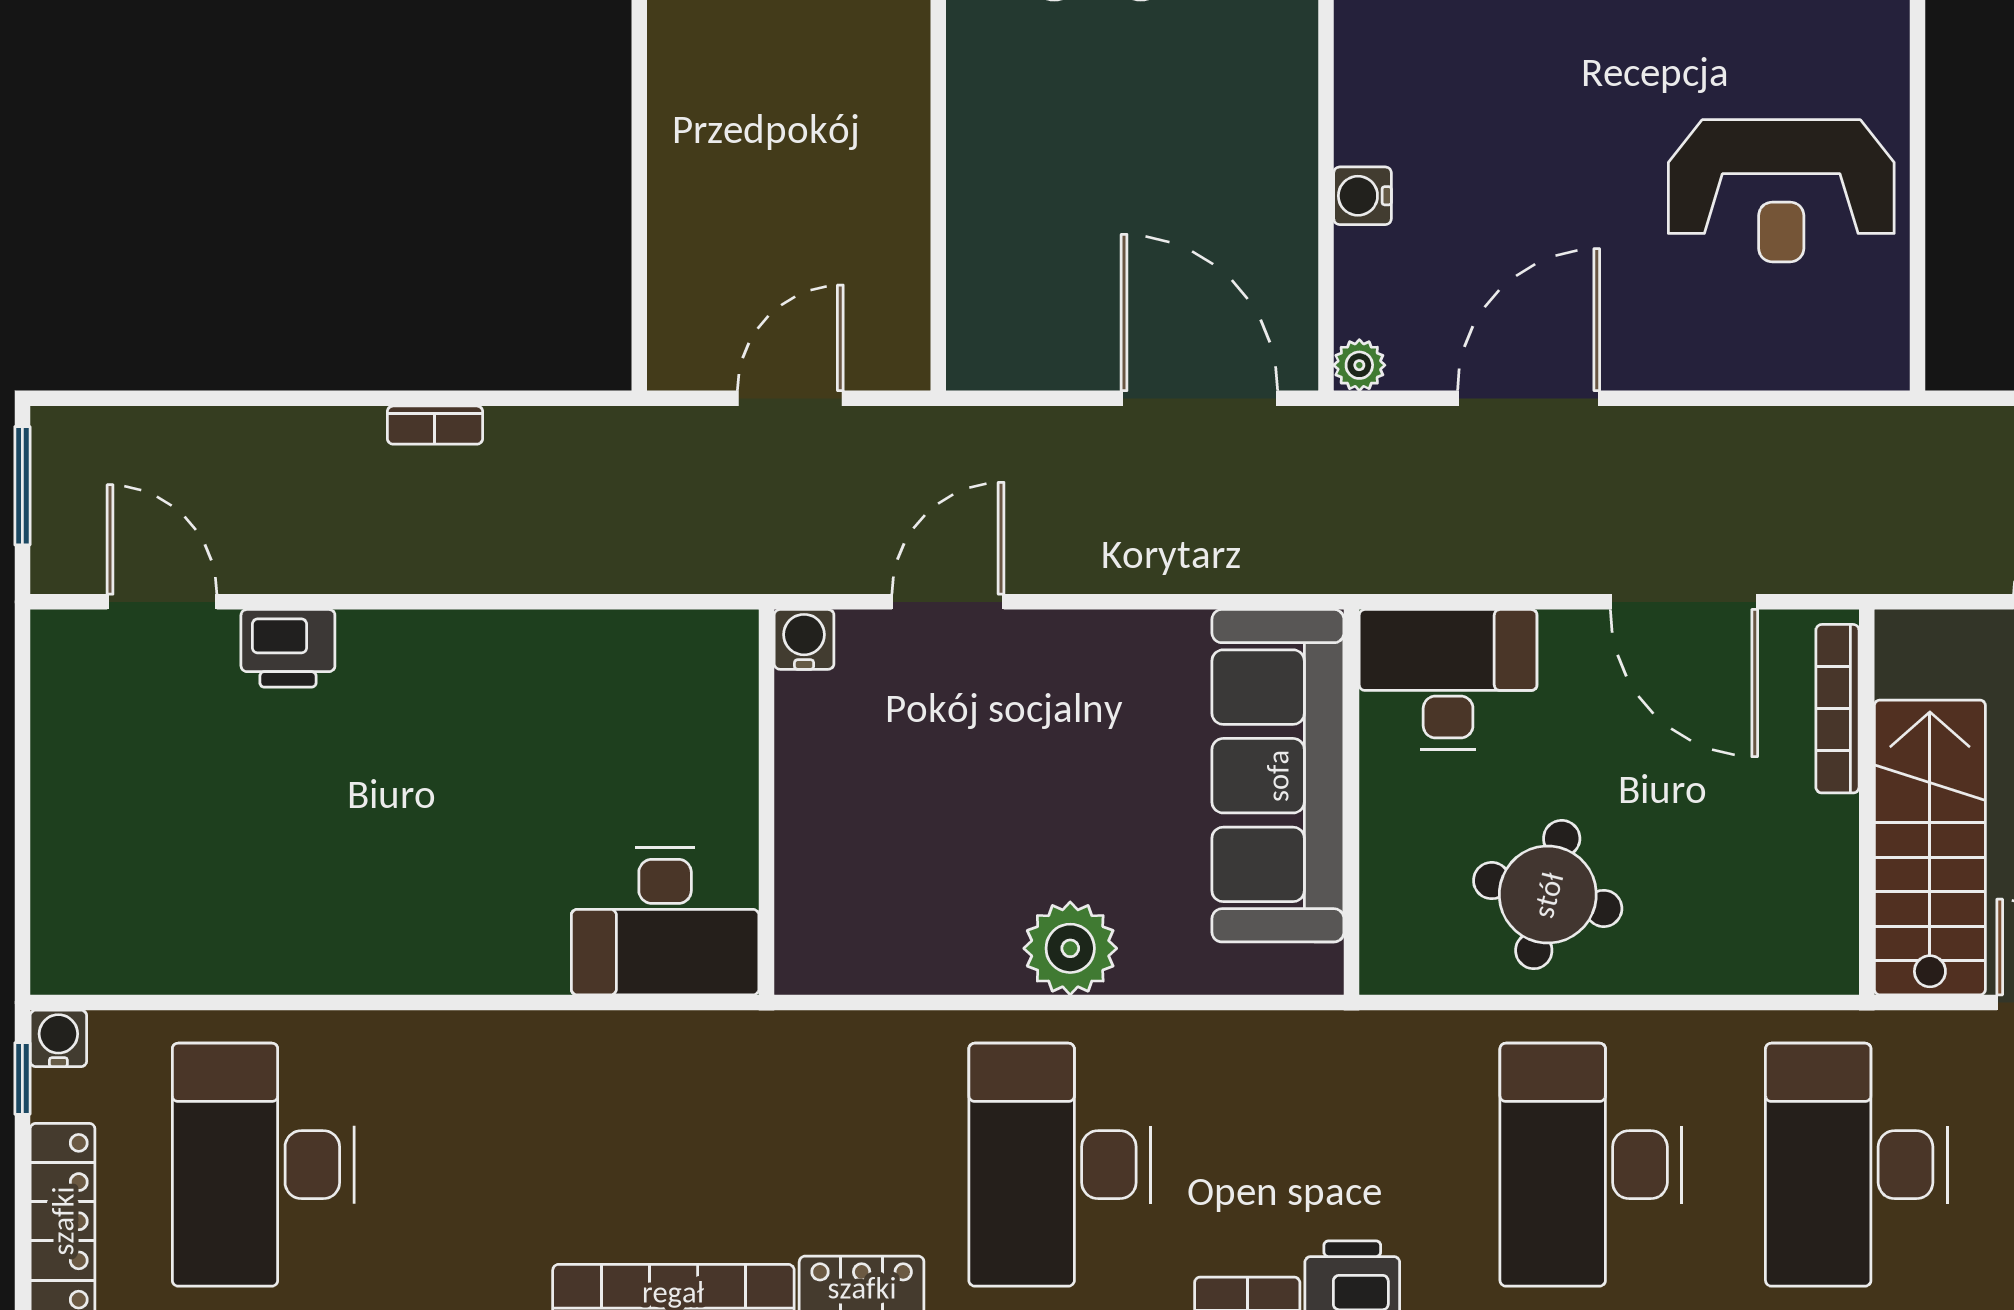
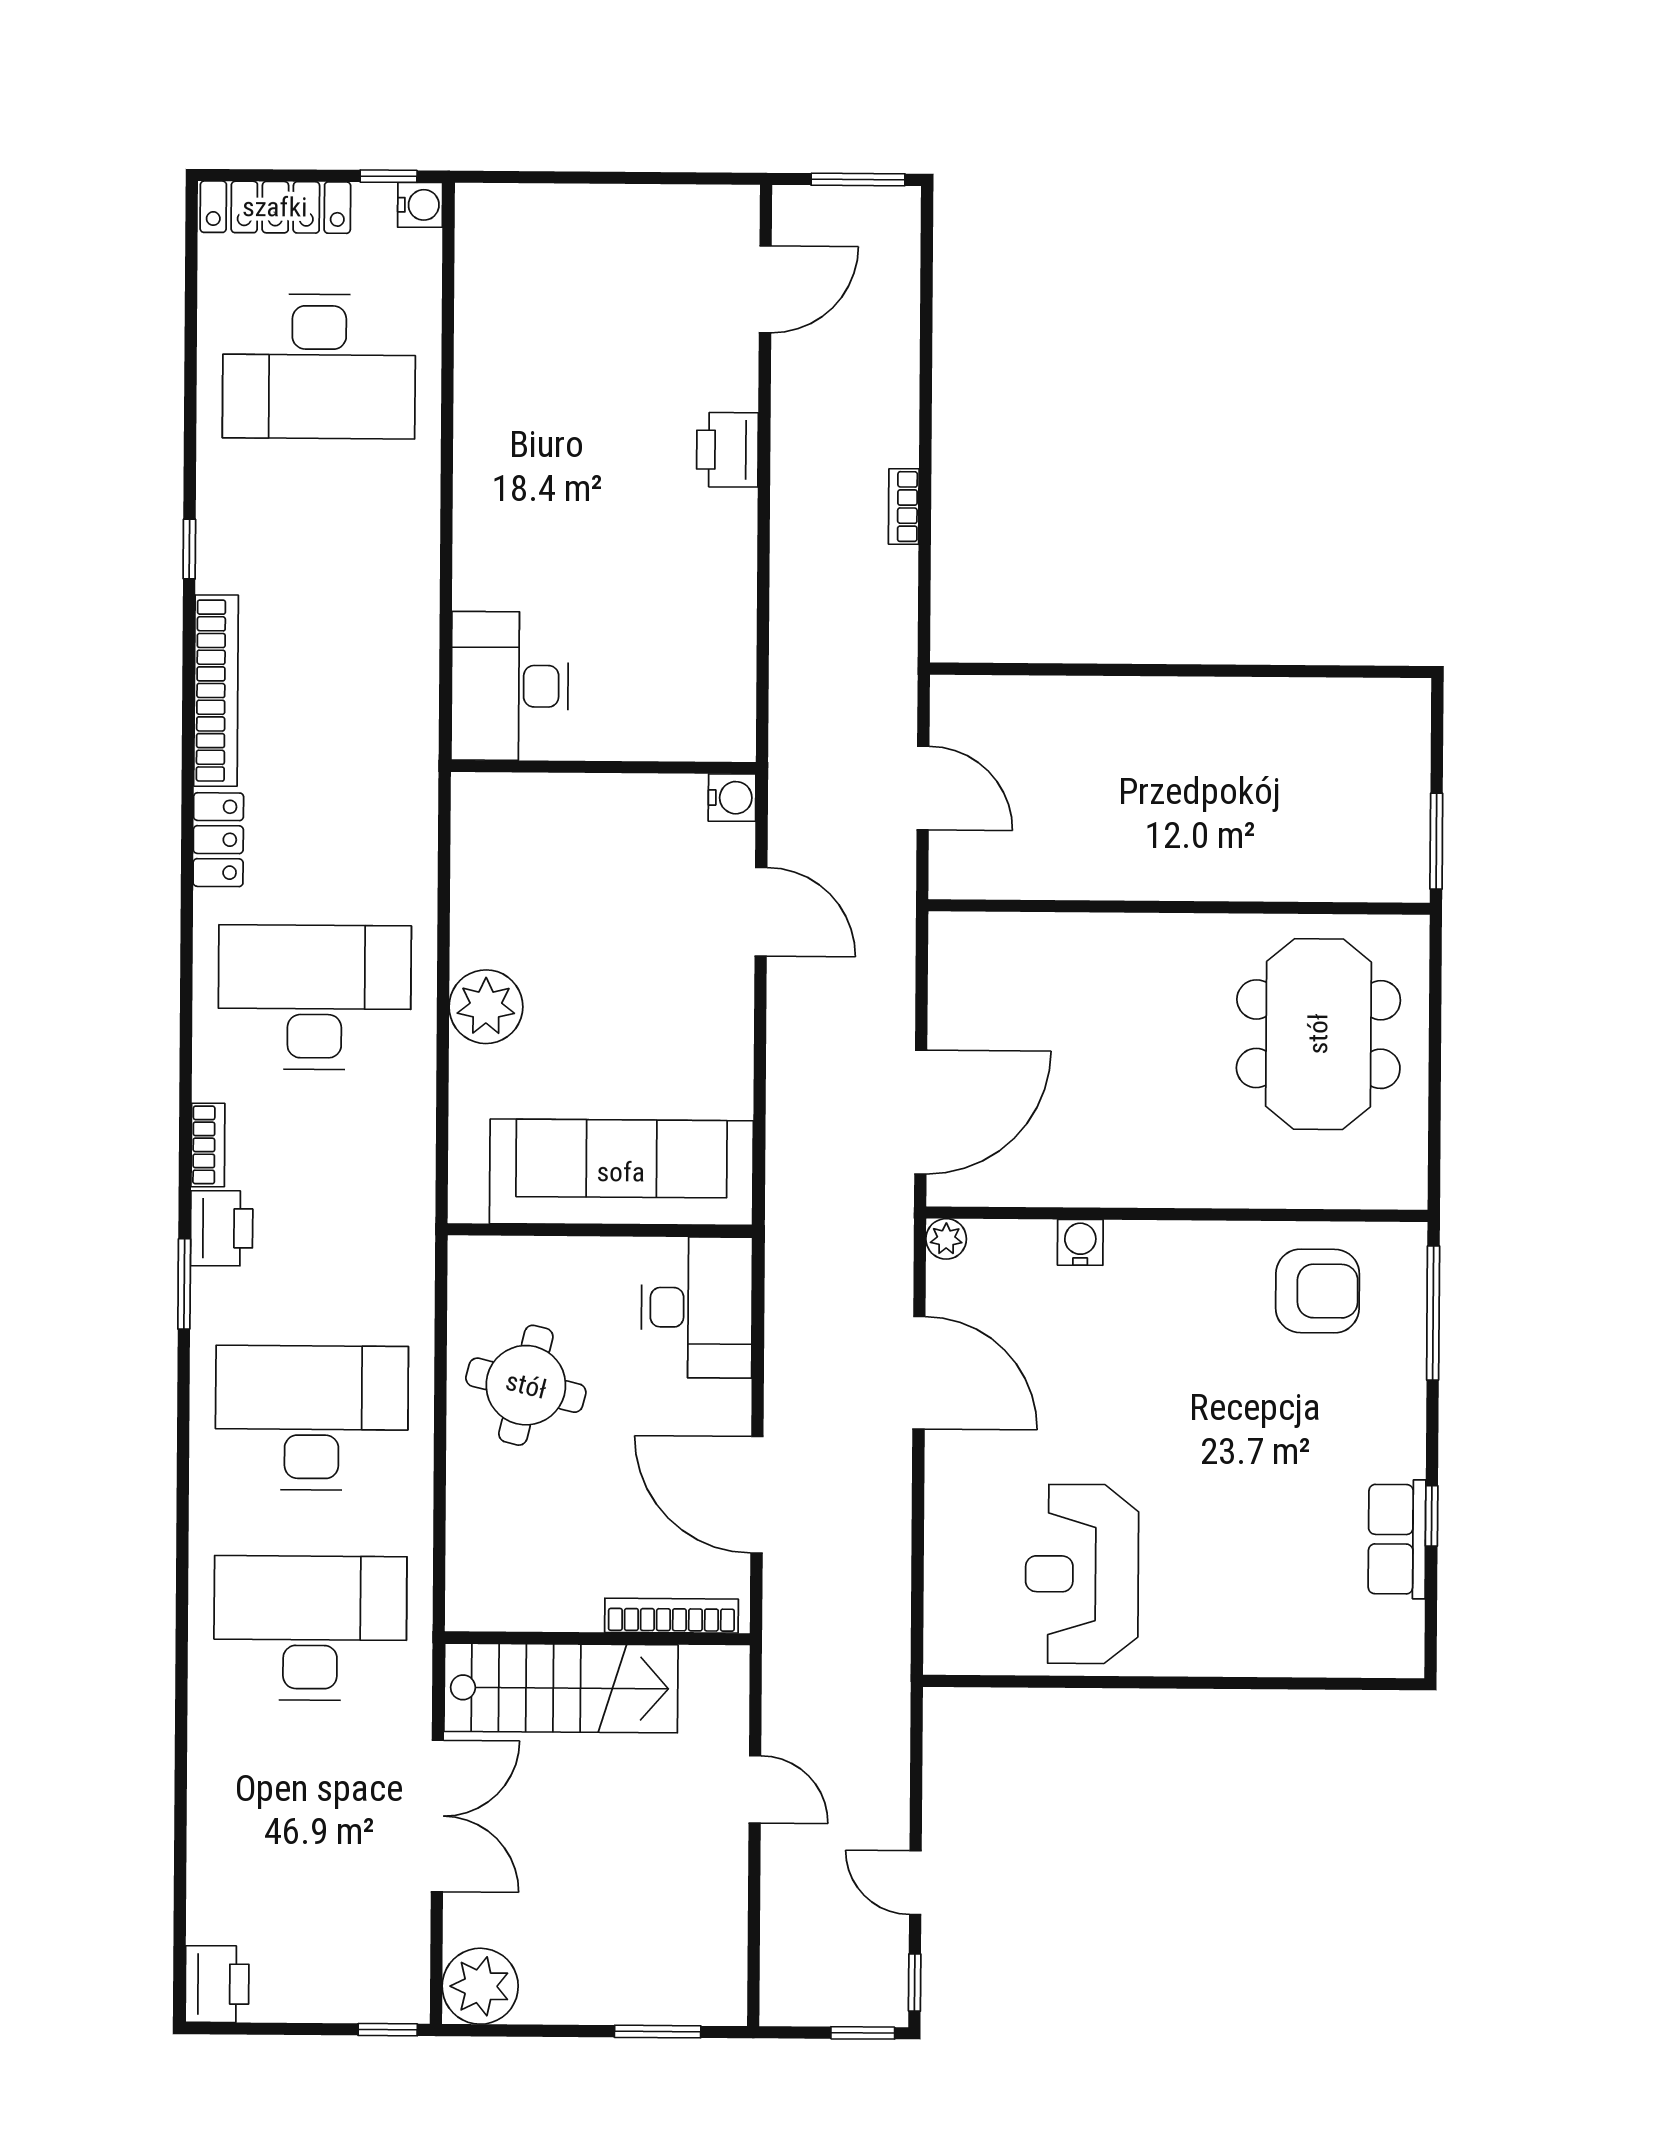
door: (1684, 602) -> (757, 1495), hinge flipped
printer: (288, 648) -> (727, 450), moved
desk: (263, 1165) -> (319, 366), turned 180

